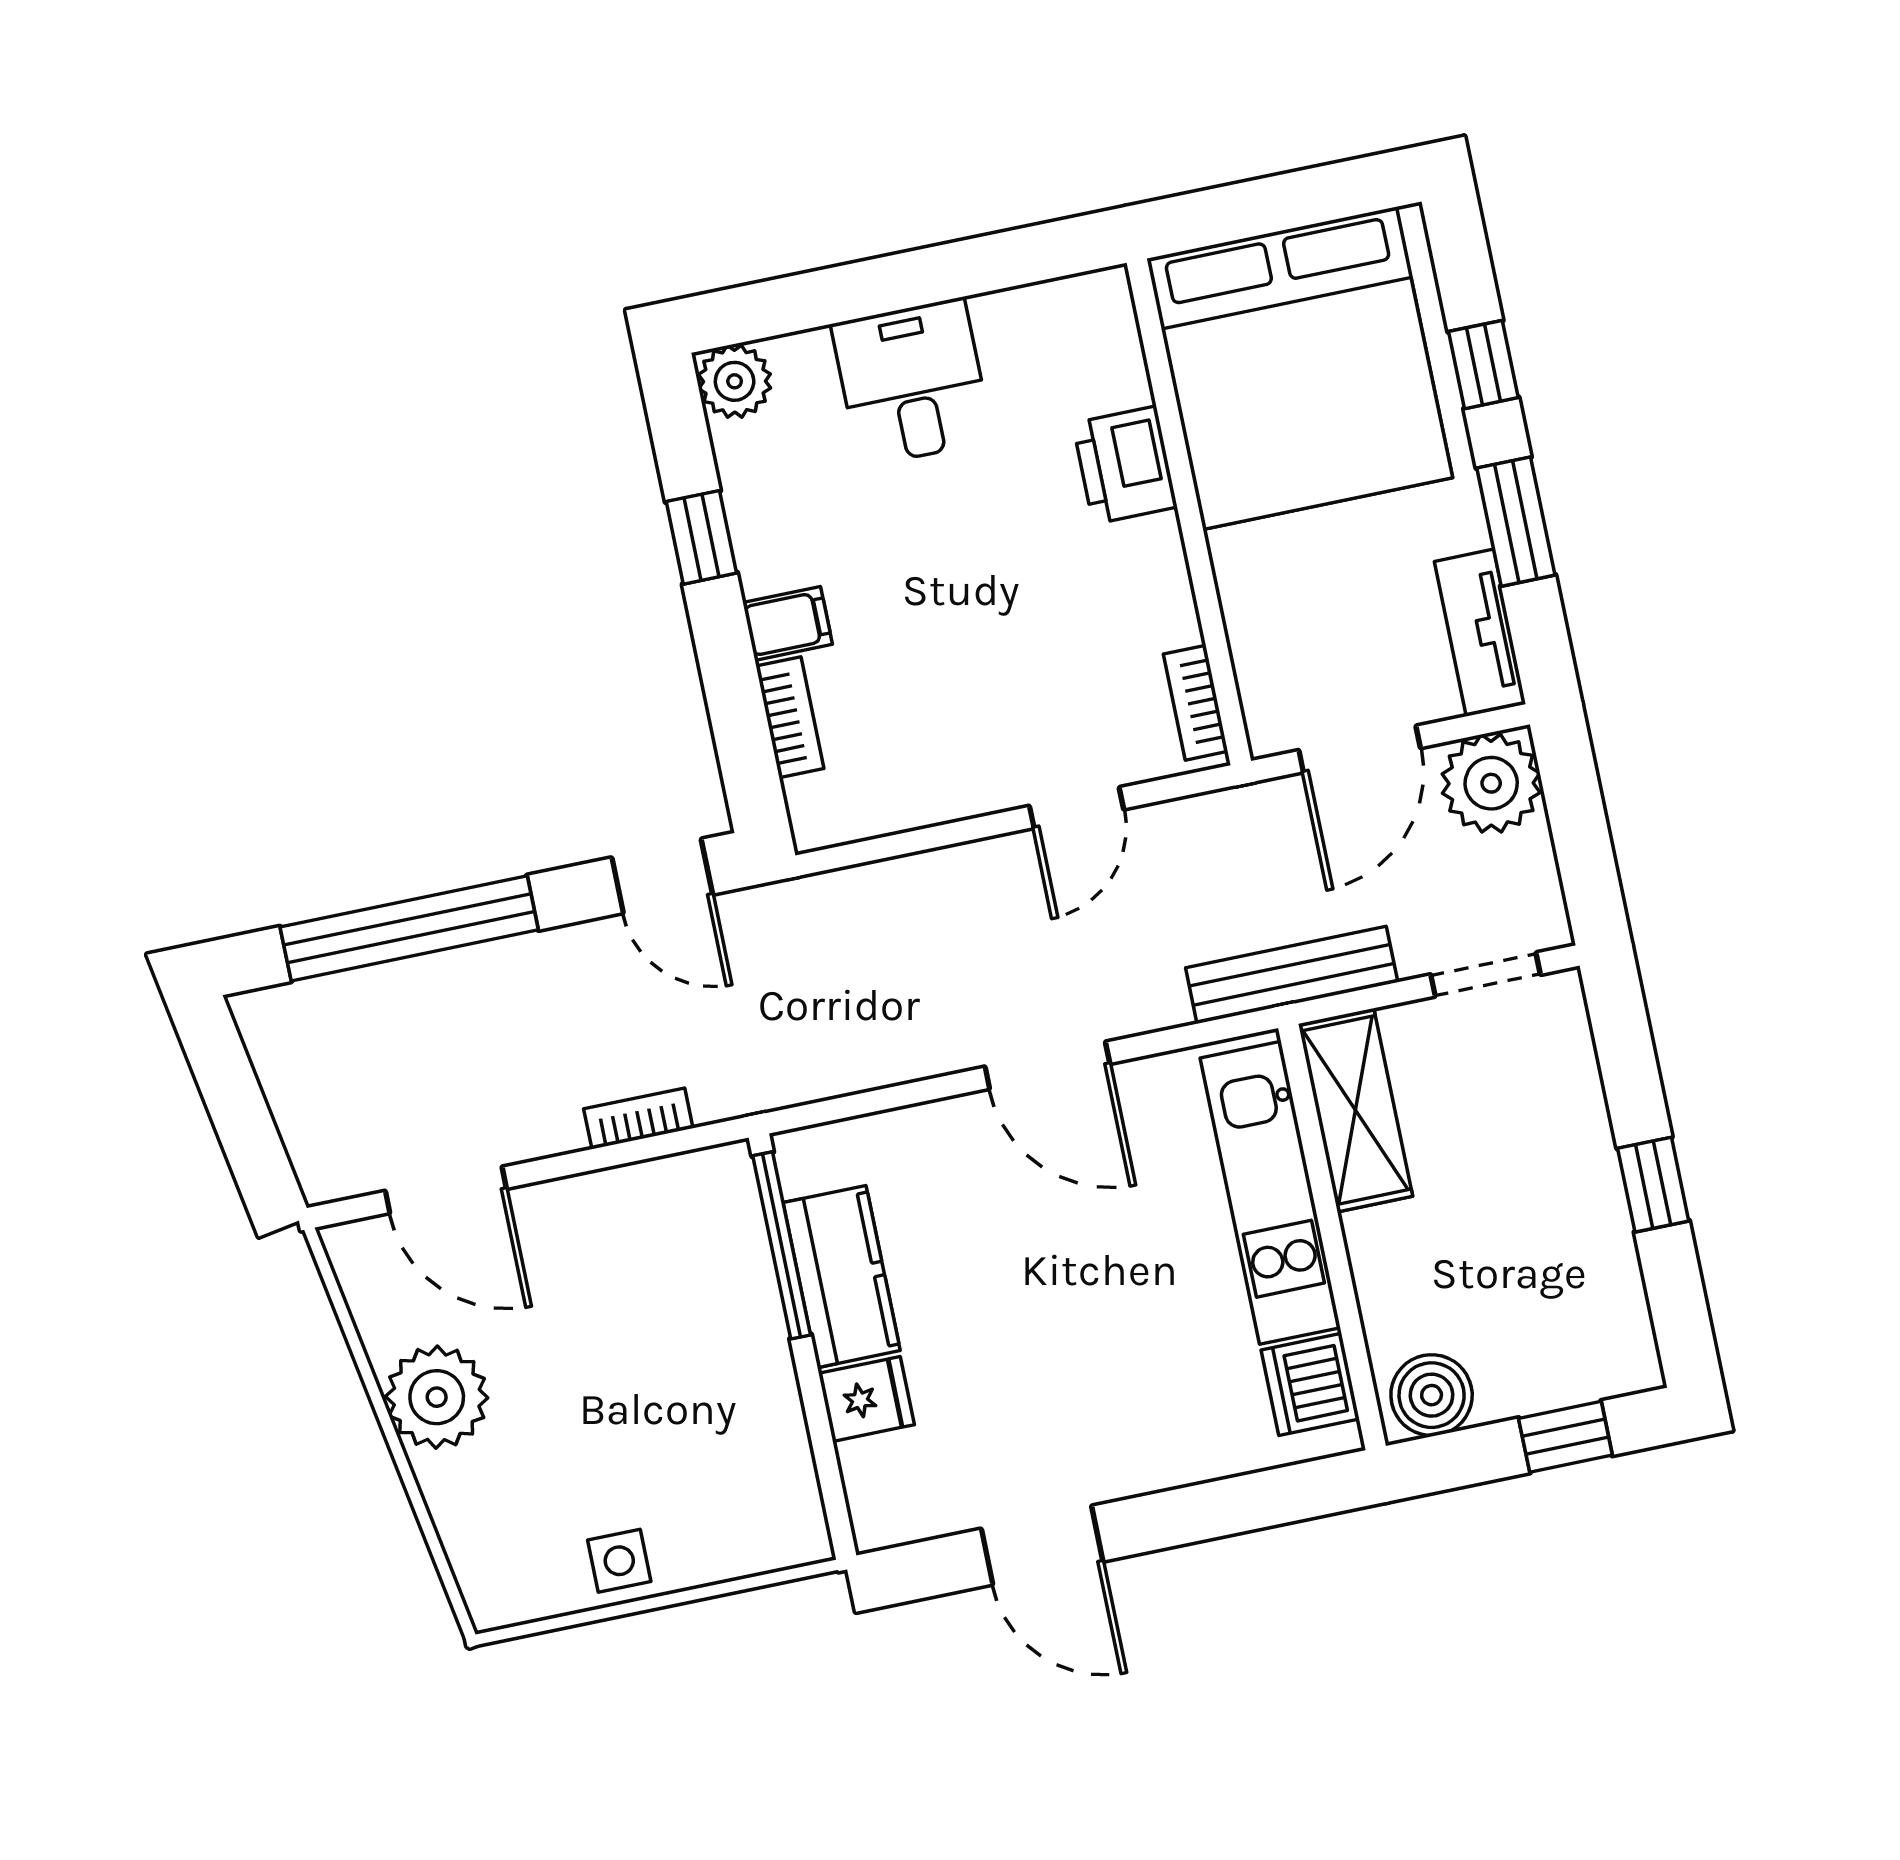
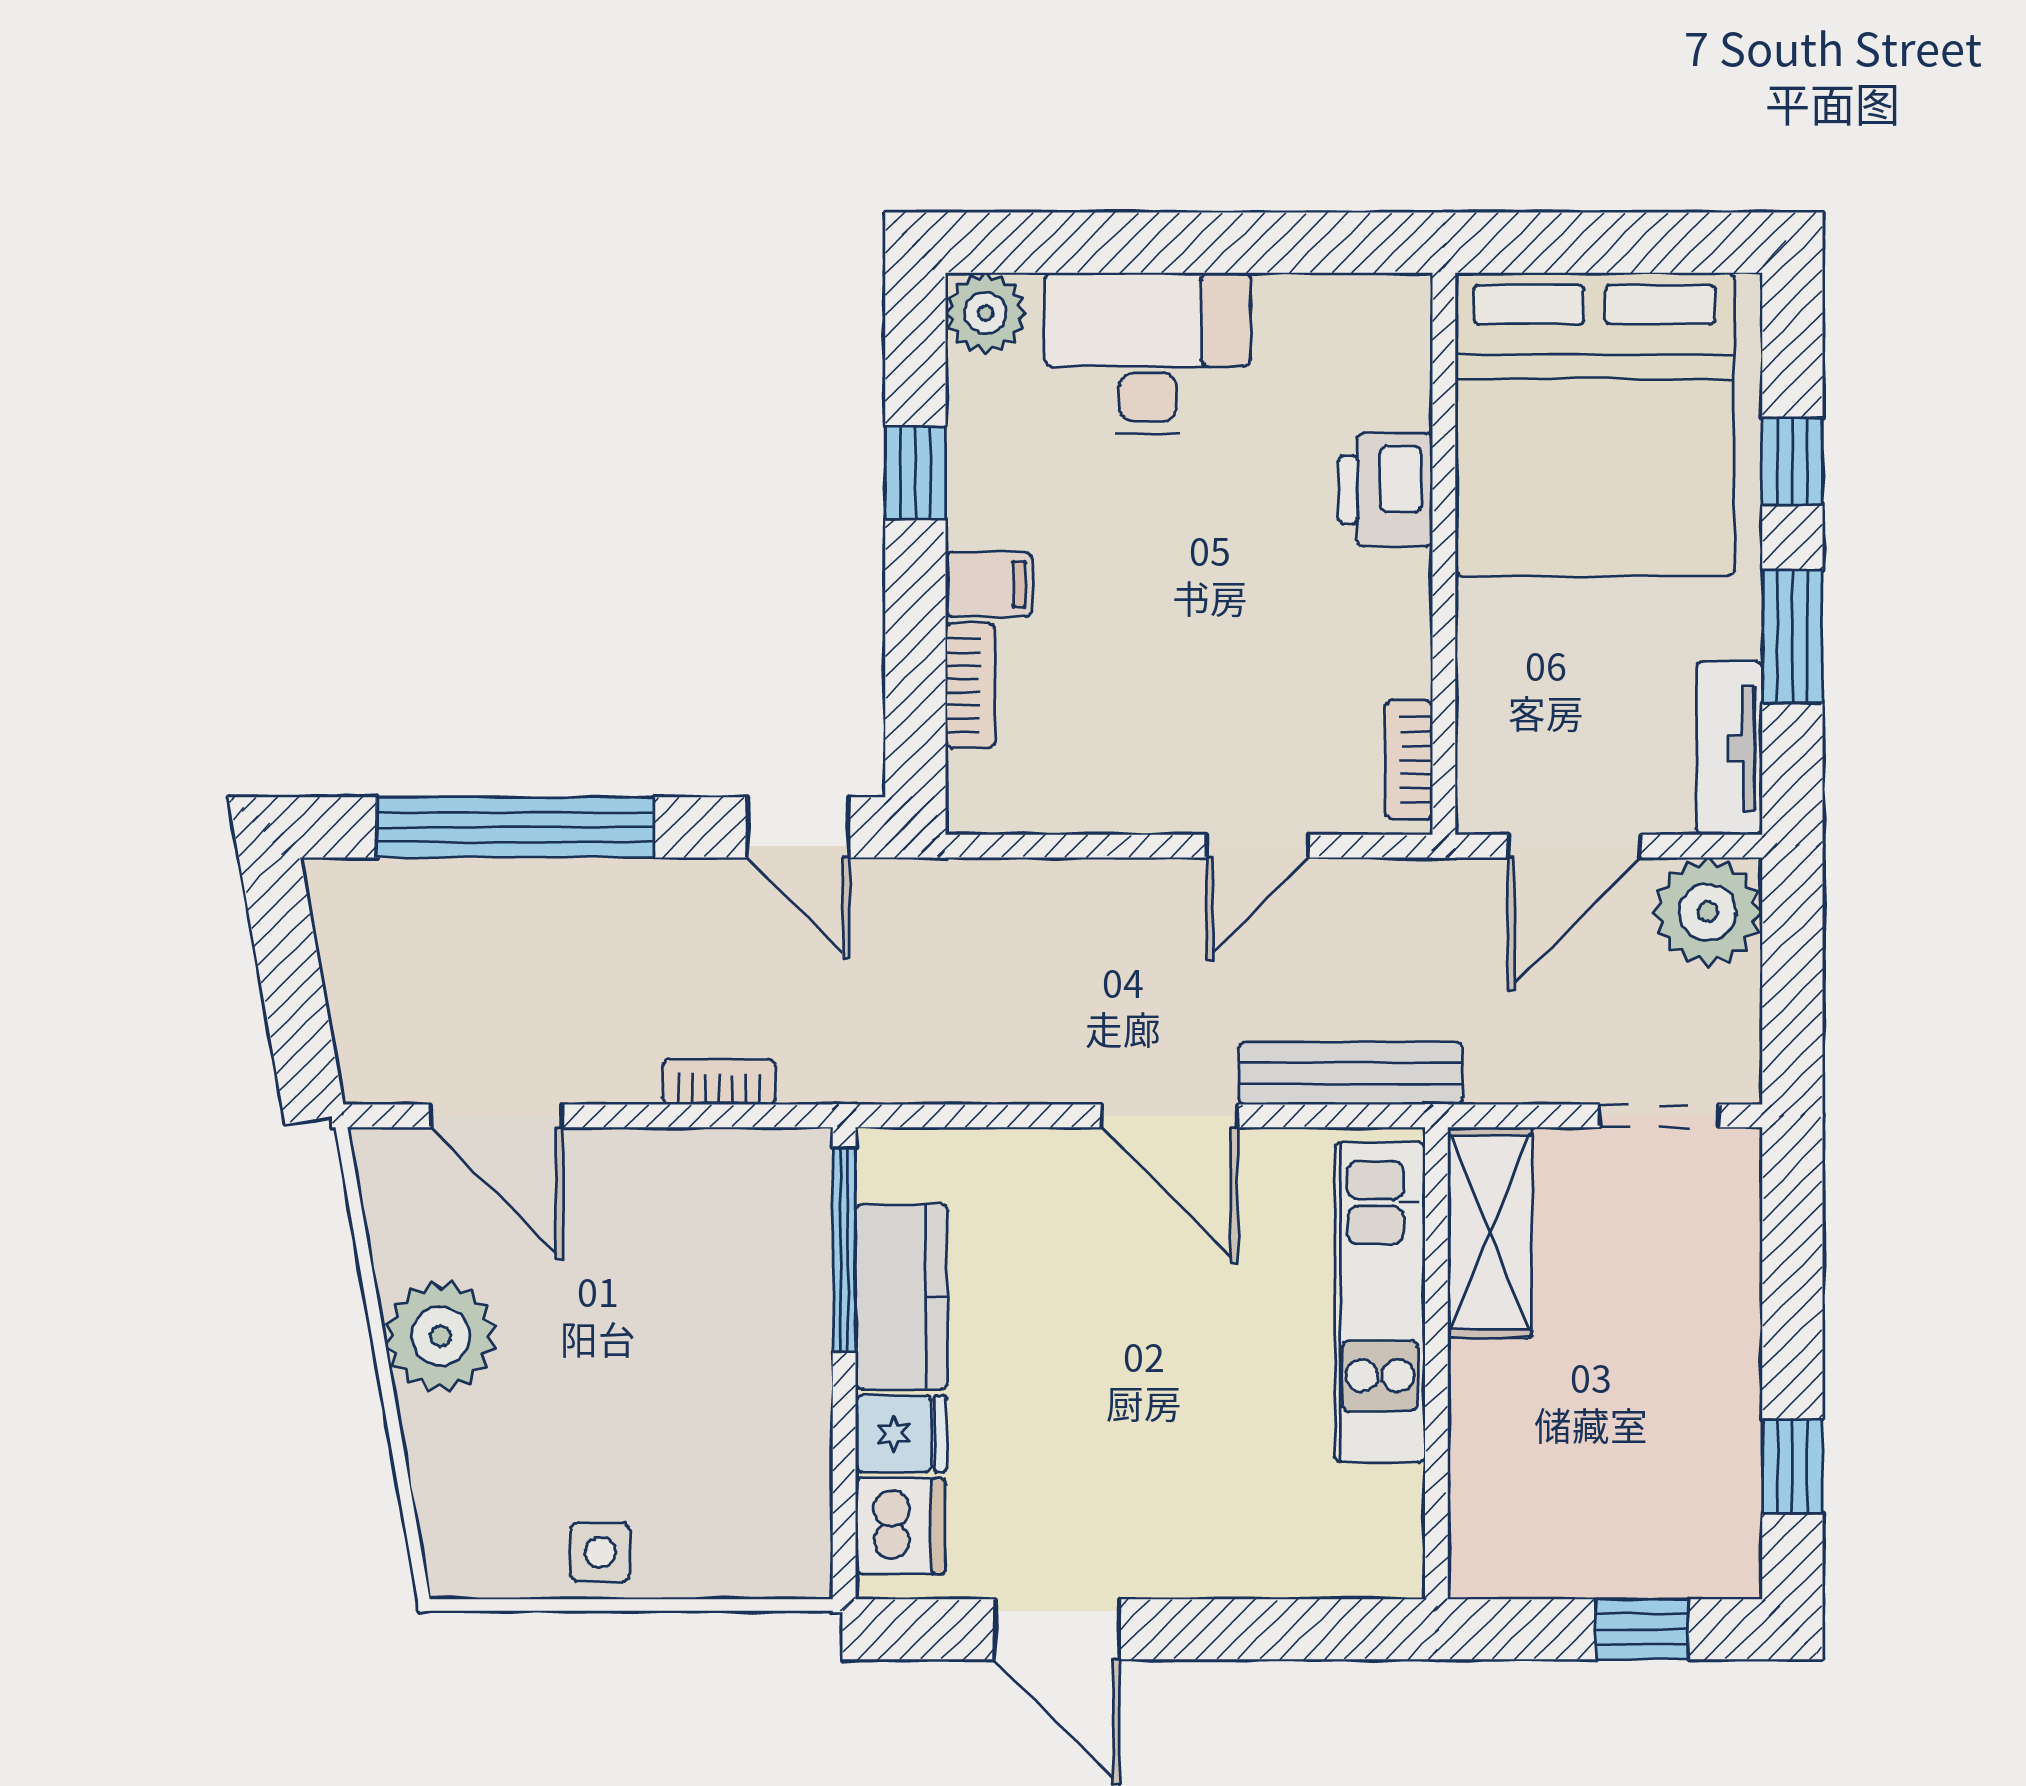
desk: (912, 382) -> (1148, 353), width x1.37
bench: (1292, 975) -> (1350, 1073), moved
window: (1653, 1185) -> (1792, 1466), moved
dishwasher: (1310, 1384) -> (900, 1526), moved, turned 180
boiler: (1432, 1395) -> (1508, 1555), removed

